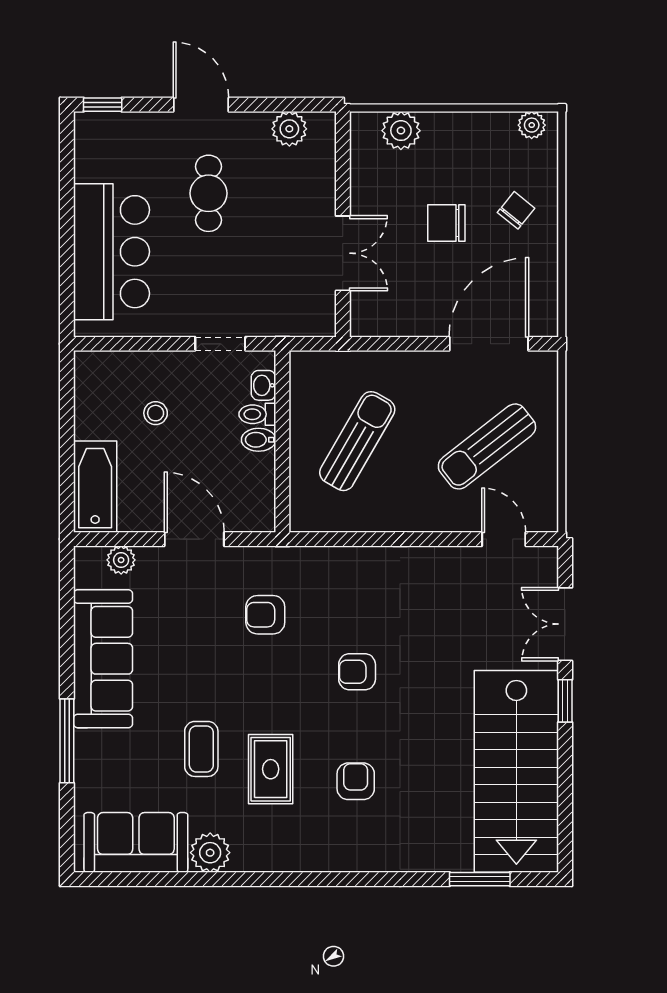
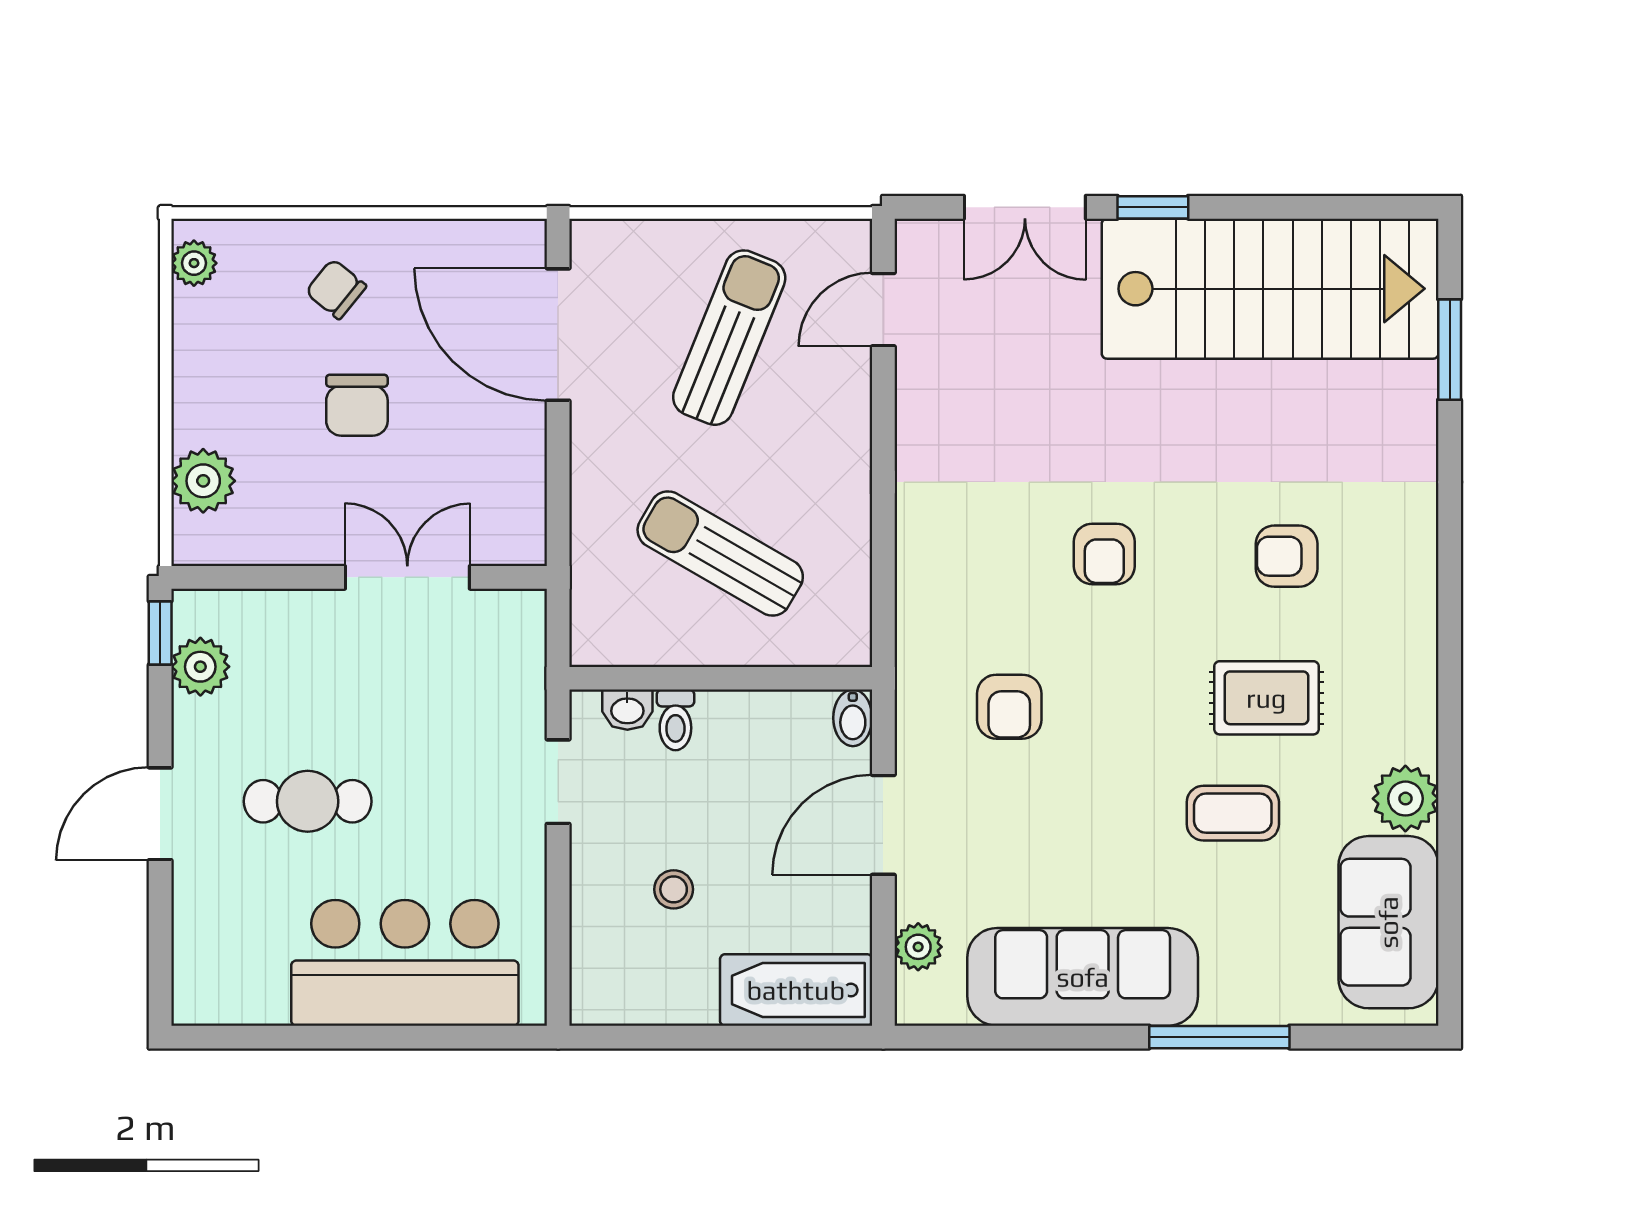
window: (103, 105) -> (160, 633), moved
bidet: (259, 440) -> (853, 718), moved
sun lounger: (487, 446) -> (729, 338), turned -120

